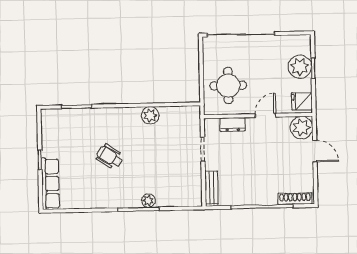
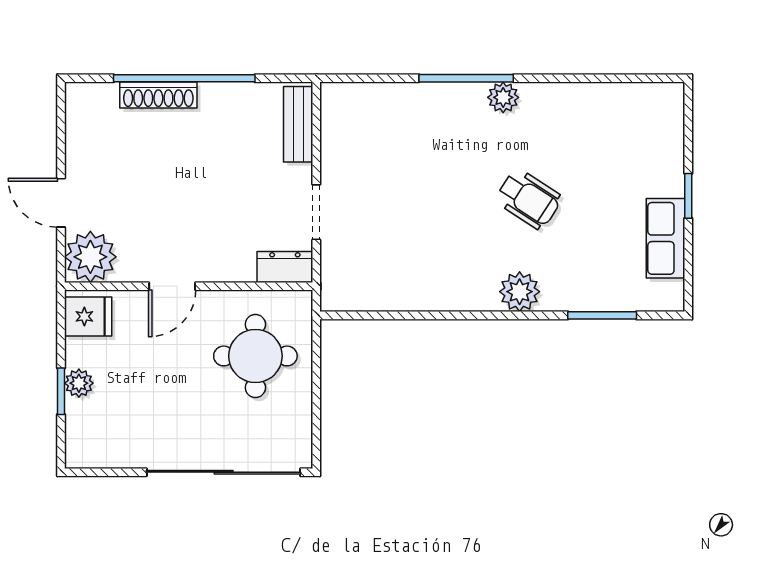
plant: (300, 67) -> (79, 383), width x0.53, depth x0.53
plant: (150, 115) -> (520, 292), moved
dresser: (233, 125) -> (285, 267), moved
row of seats: (50, 184) -> (666, 238), moved, width x0.68
shoe rack: (295, 199) -> (158, 95), moved
plant: (148, 201) -> (503, 97), moved

